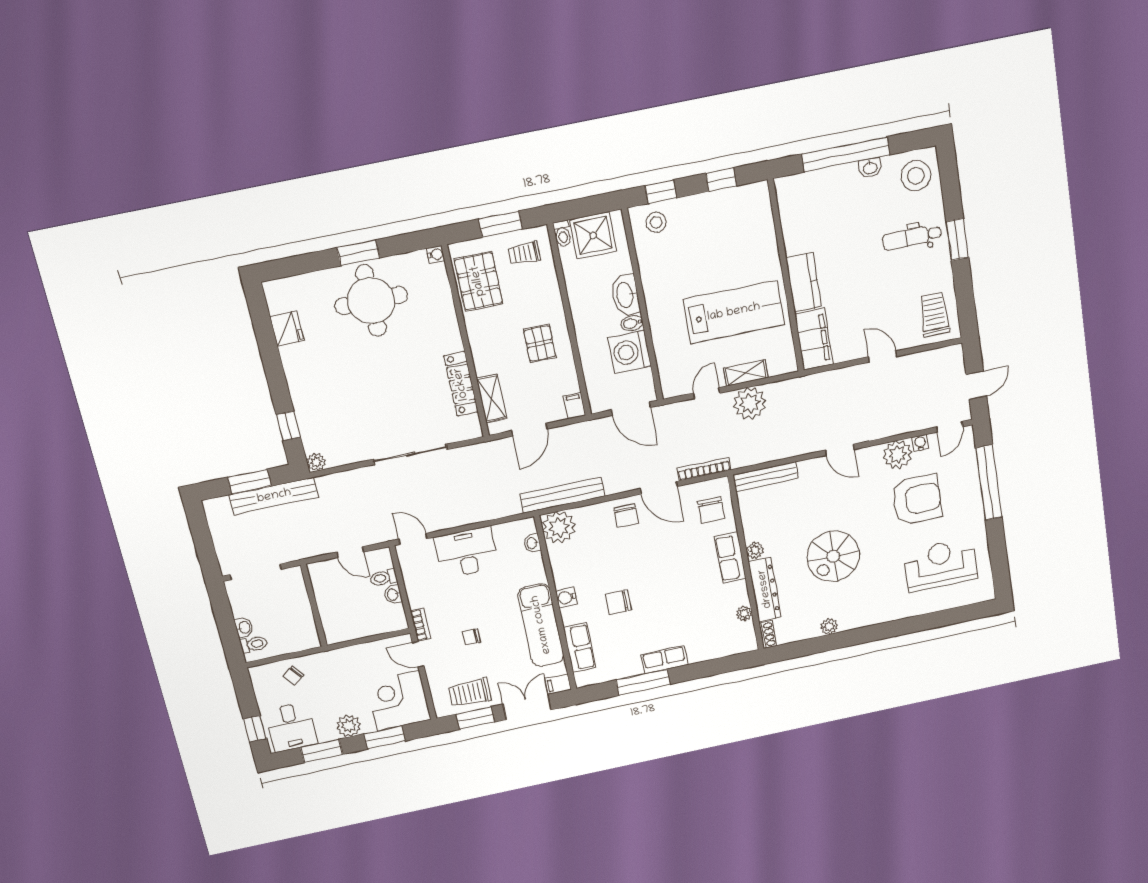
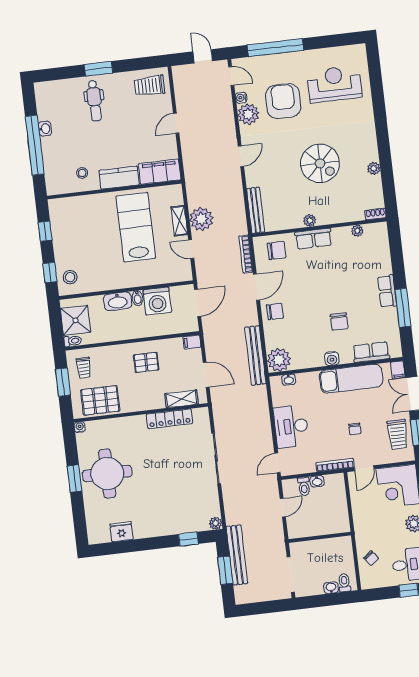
stool: (916, 176) -> (82, 173), moved, width x0.53, depth x0.53
reception desk: (941, 565) -> (334, 84), turned 90
dresser: (765, 589) -> (340, 215), removed
bookcase: (420, 625) -> (335, 465), width x1.56

